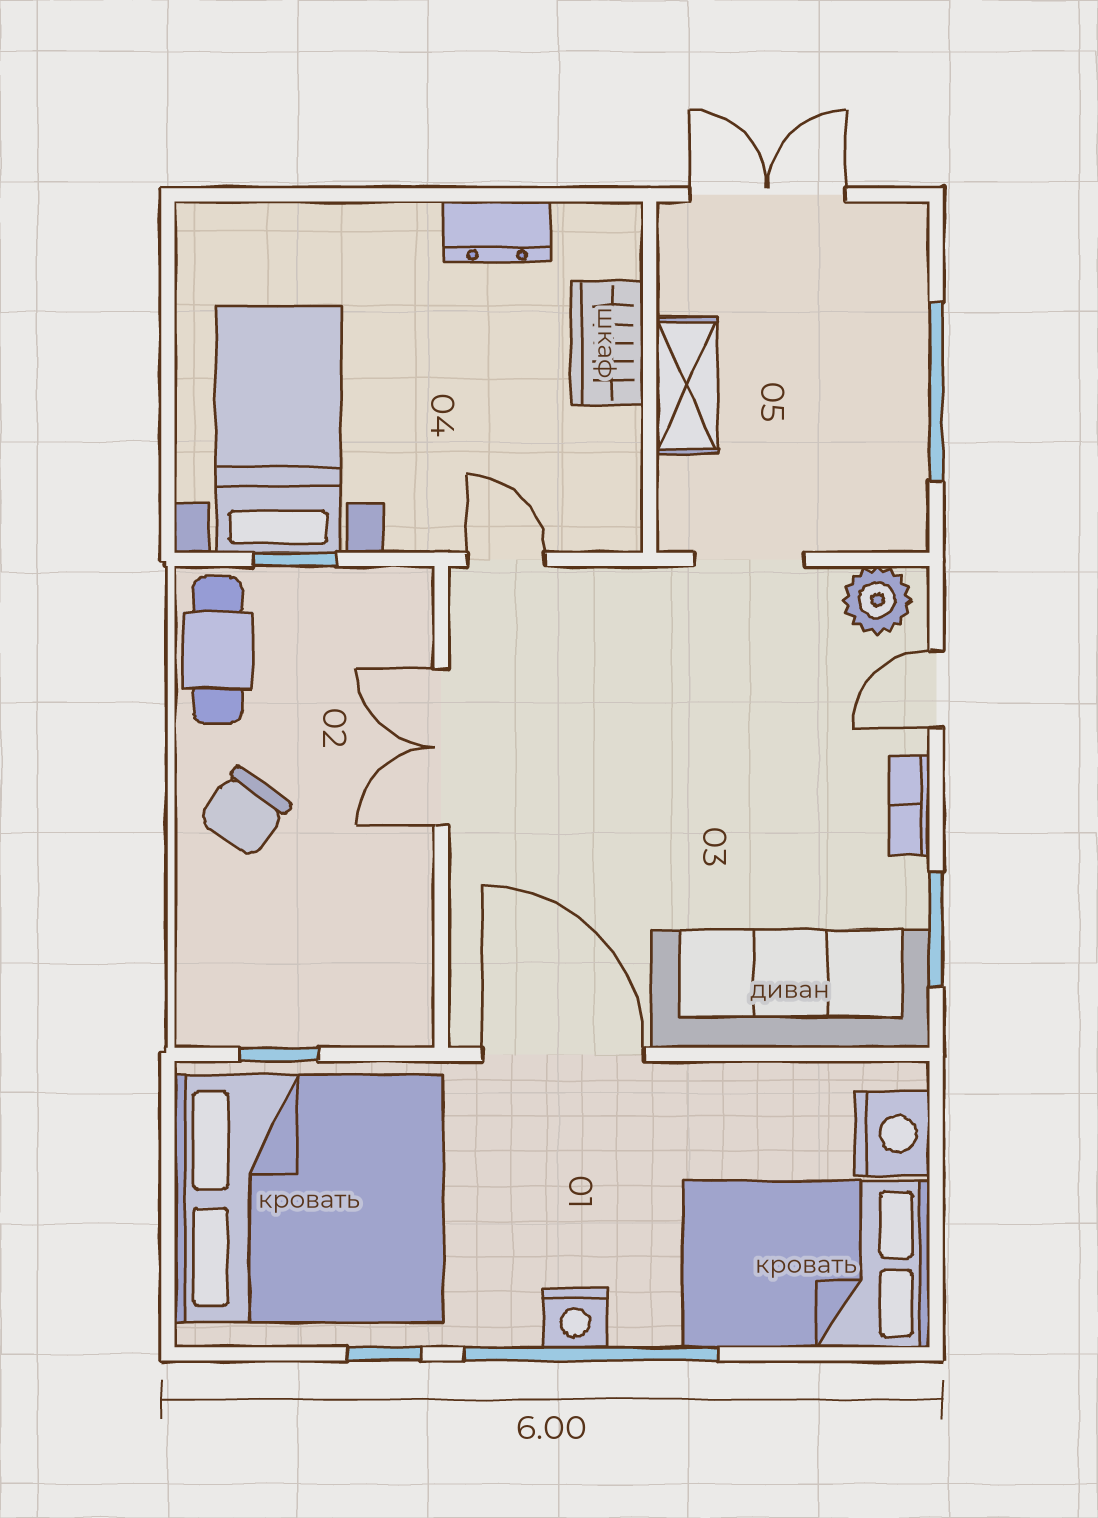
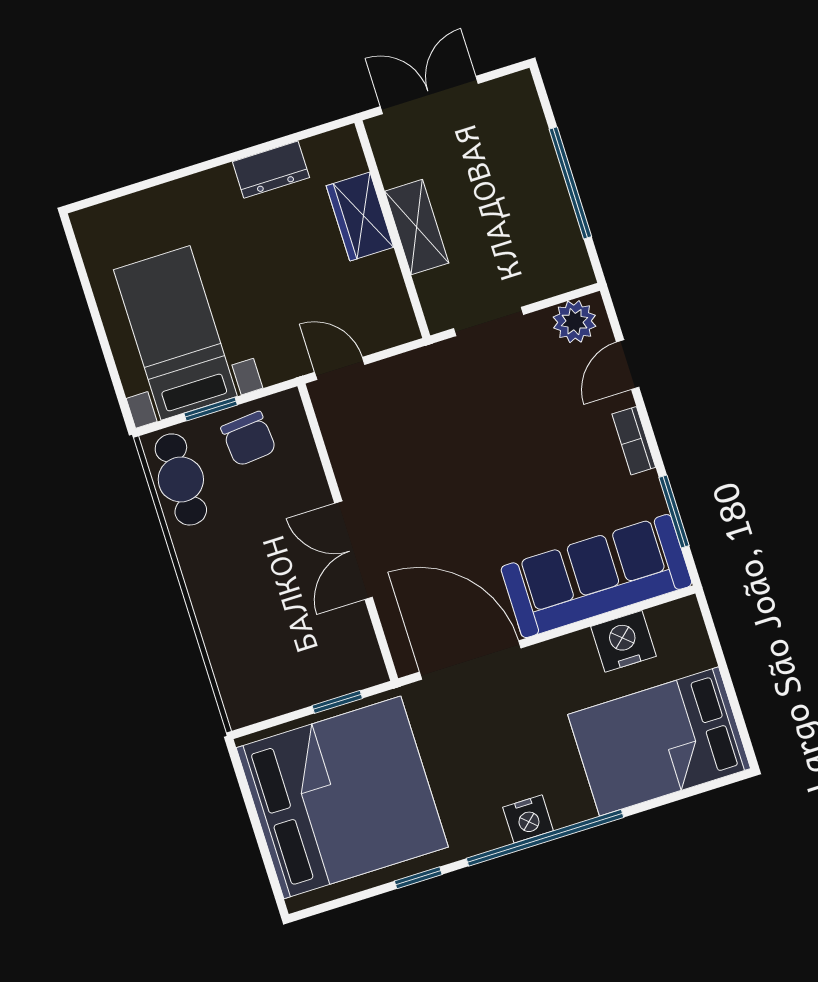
double door: (441, 747) -> (353, 550), moved
chair: (245, 812) -> (249, 439), moved, turned -41
window: (279, 1054) -> (337, 702), moved
nightstand: (892, 1134) -> (623, 641), moved, turned -90

